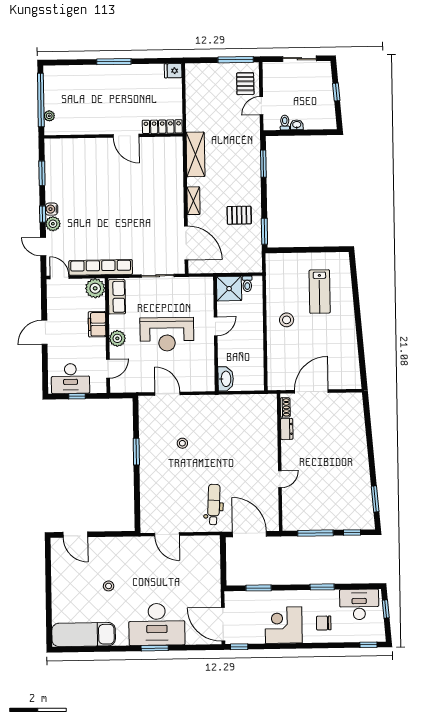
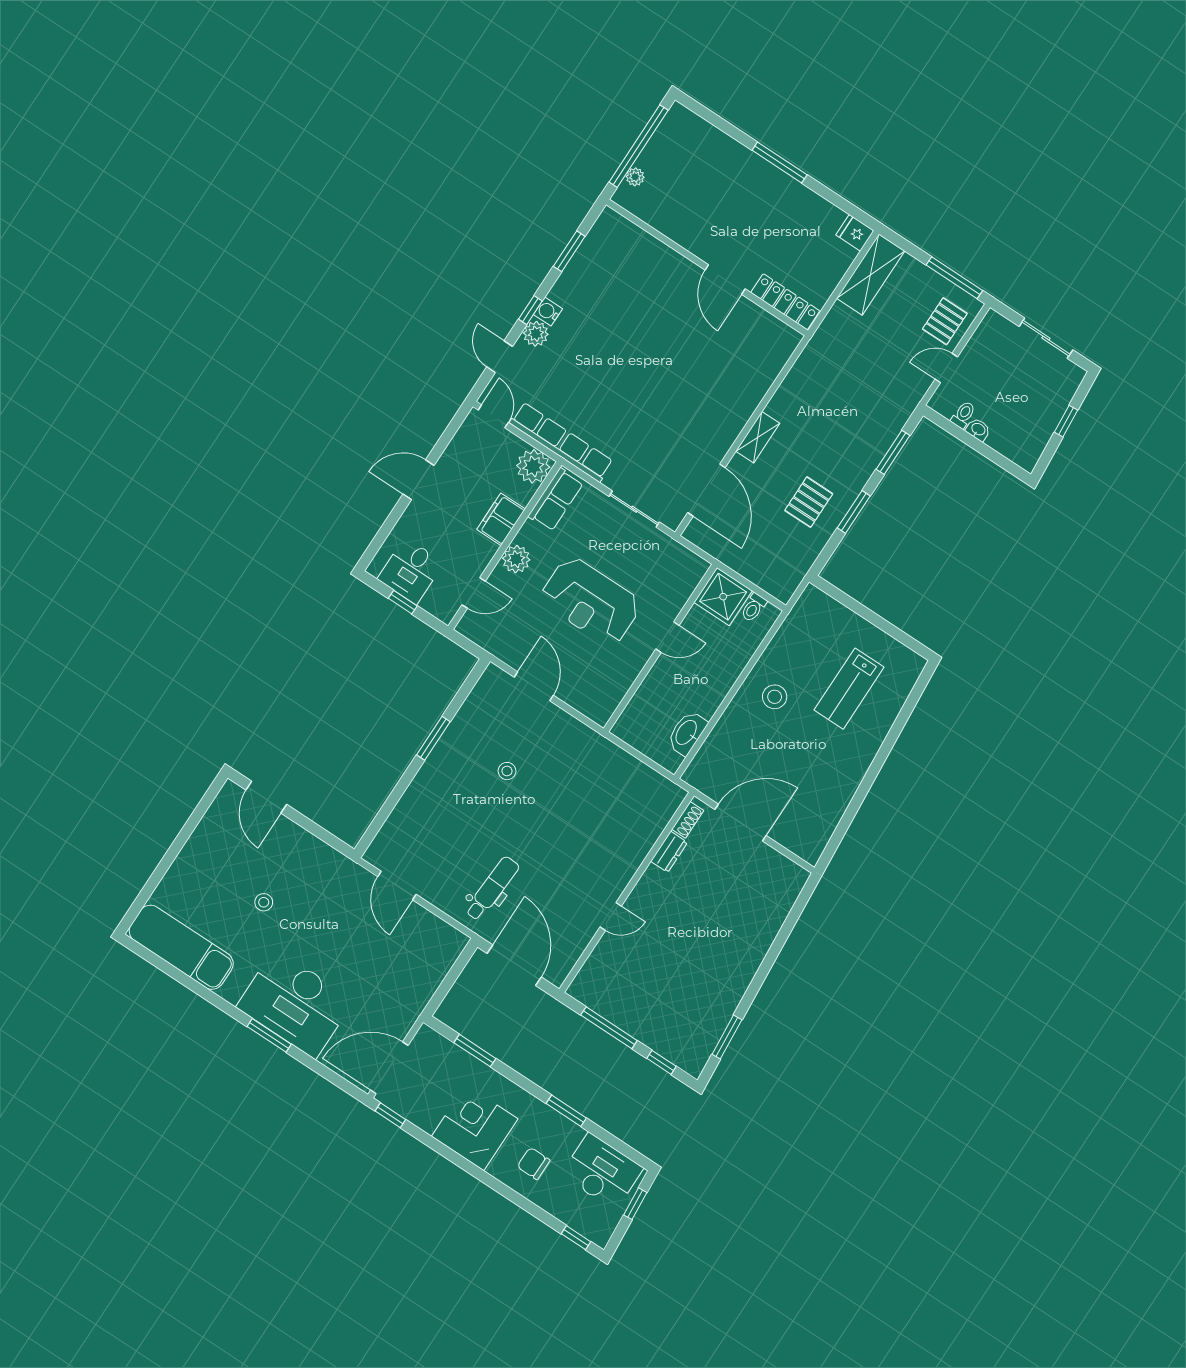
shelving: (195, 154) -> (871, 275), moved
pallet: (239, 215) -> (809, 502), turned 90
window: (264, 231) -> (854, 512), moved
desk: (70, 379) -> (411, 571), width x0.73
washbasin: (226, 379) -> (687, 733), moved, turned 180
door: (223, 624) -> (389, 1068), hinge flipped

